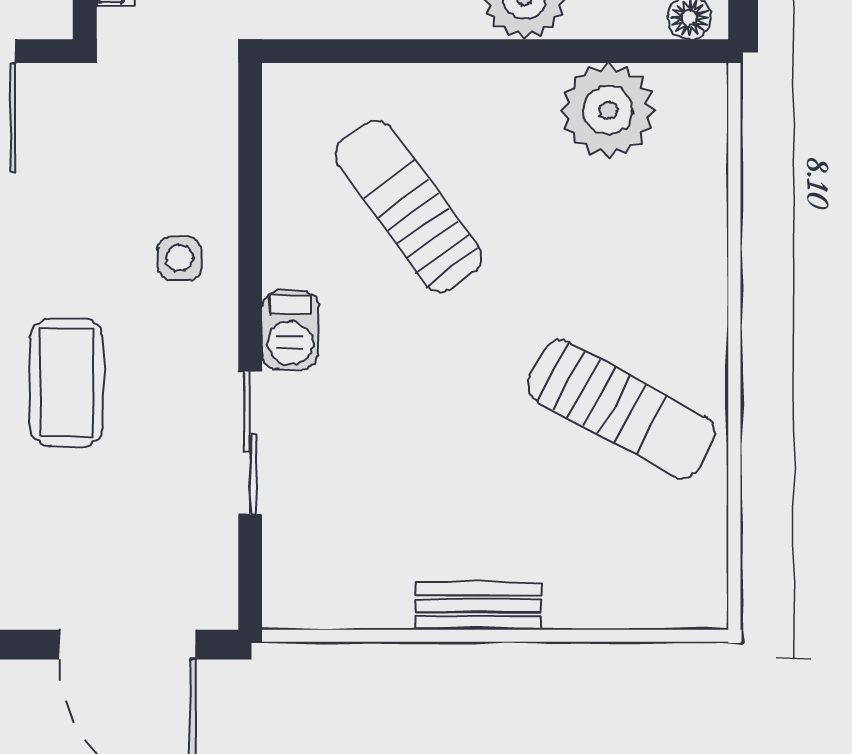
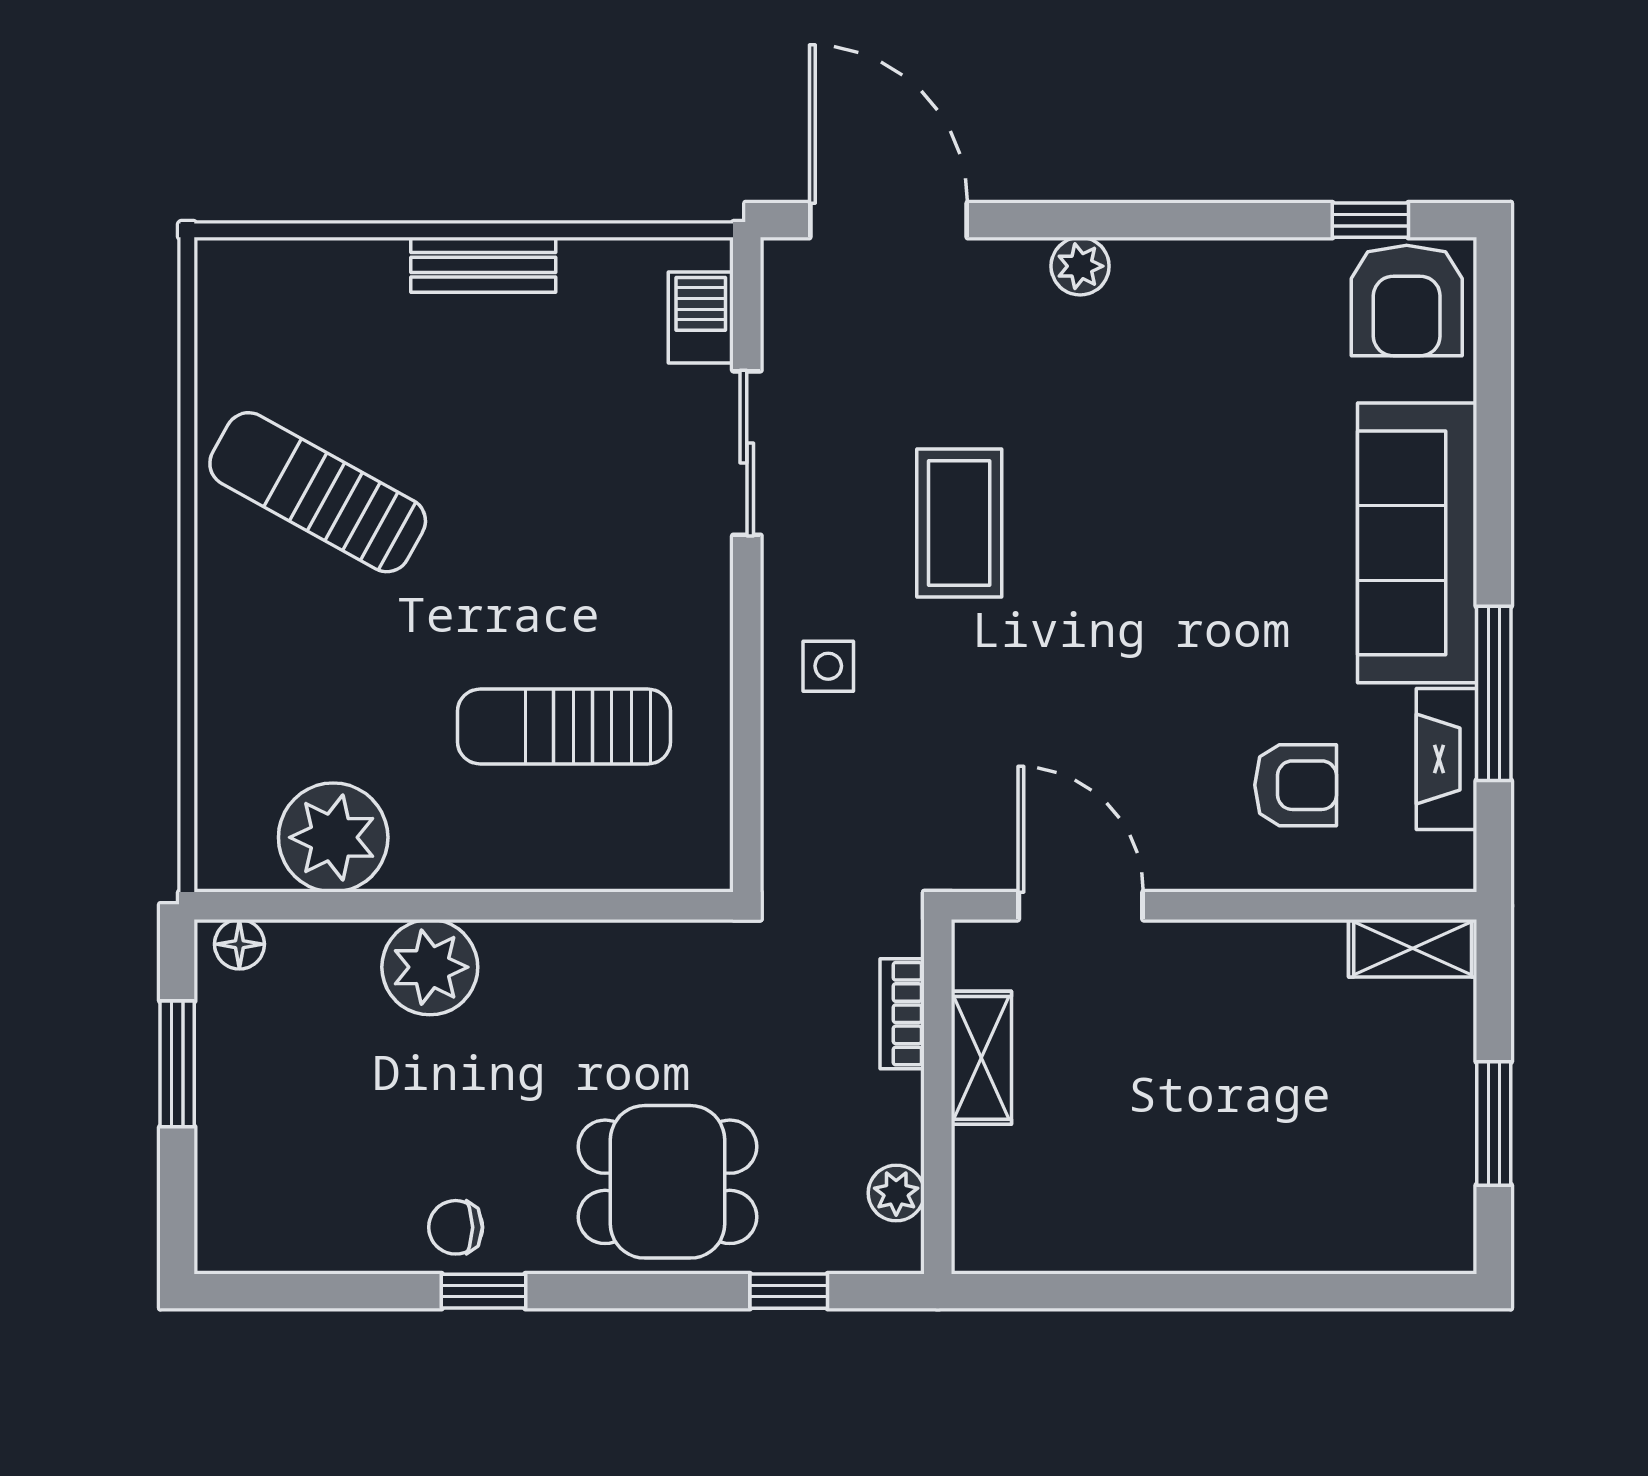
sun lounger: (408, 206) -> (564, 727), turned 126
barbecue: (290, 330) -> (701, 318), moved

